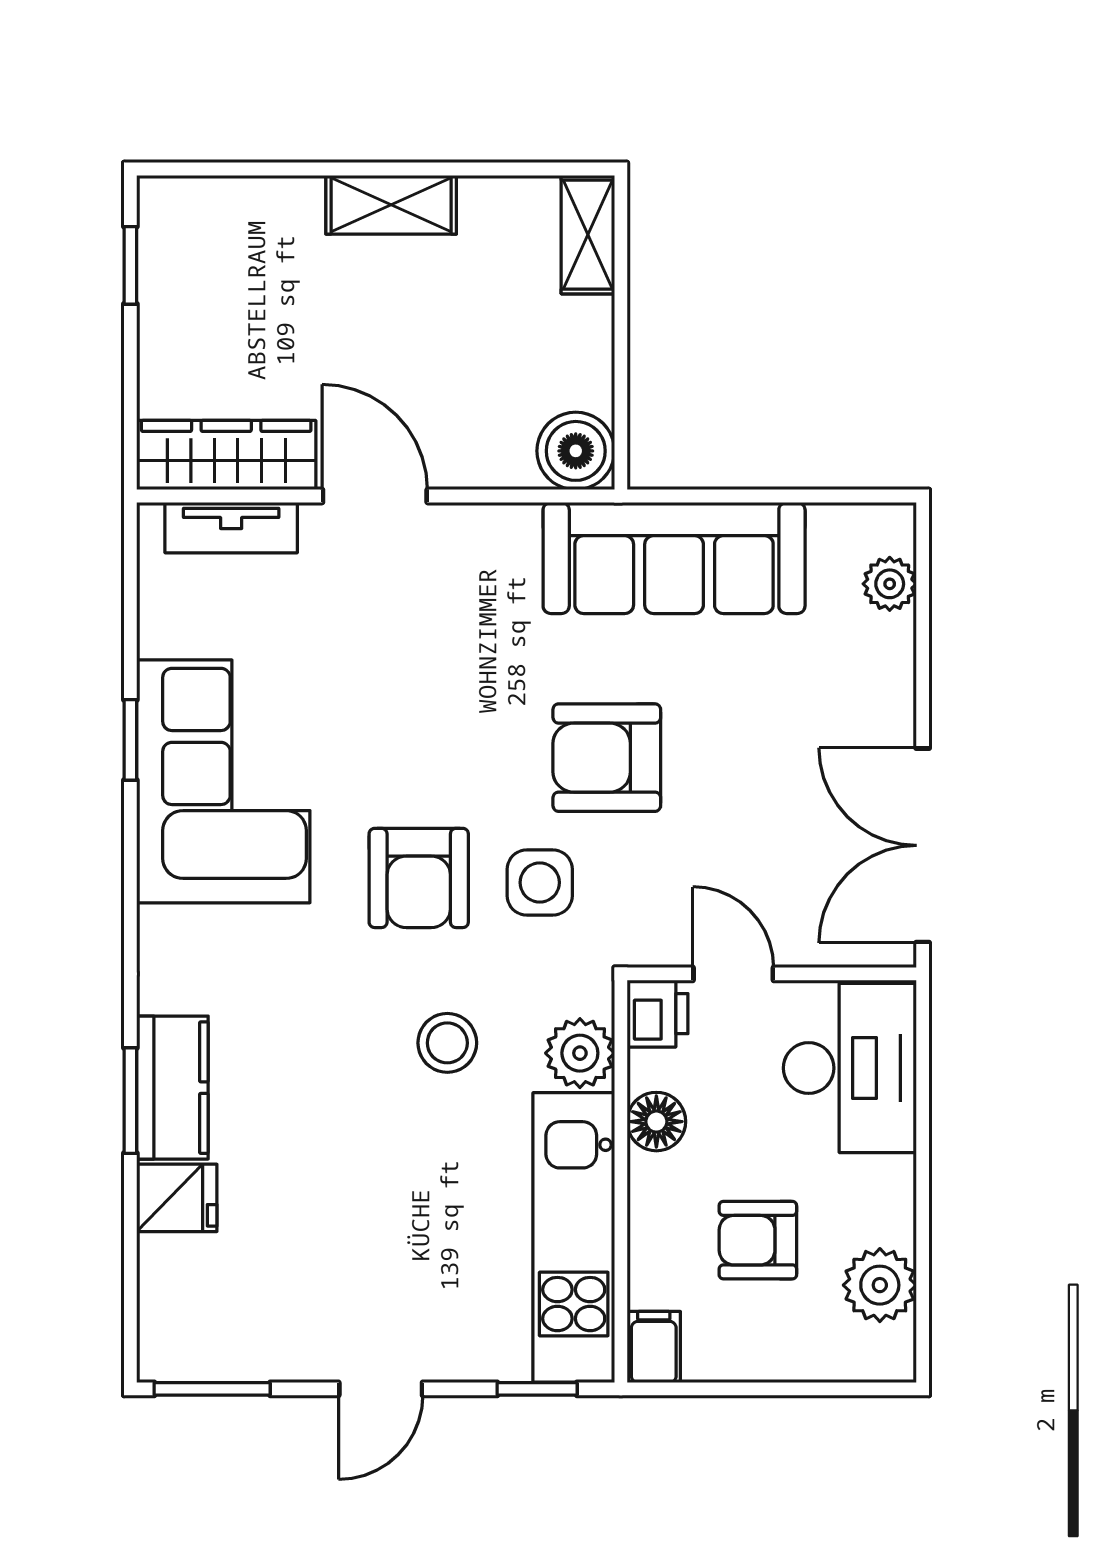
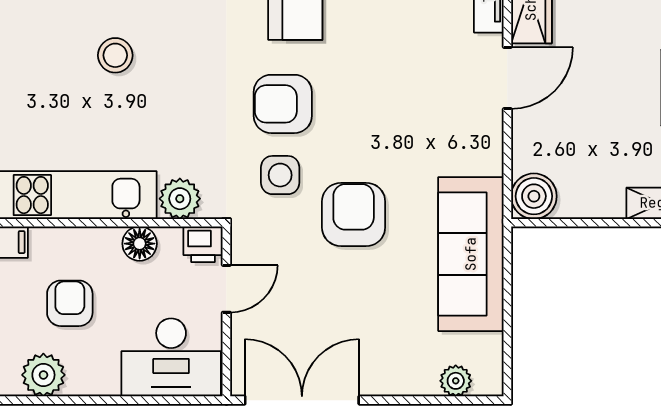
stool: (447, 1043) -> (115, 55), moved

